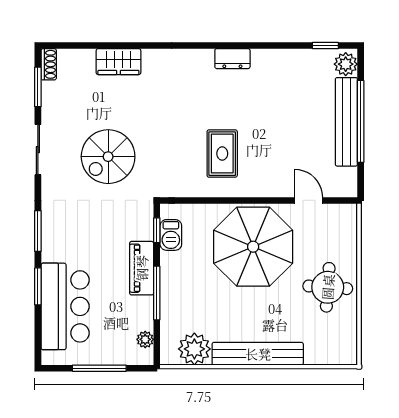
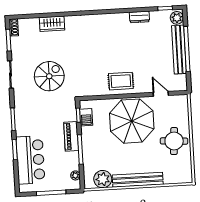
dresser: (232, 59) -> (139, 17), moved
rug: (222, 154) -> (121, 81), moved, turned 90
spiral stairs: (108, 157) -> (49, 76), turned 180

